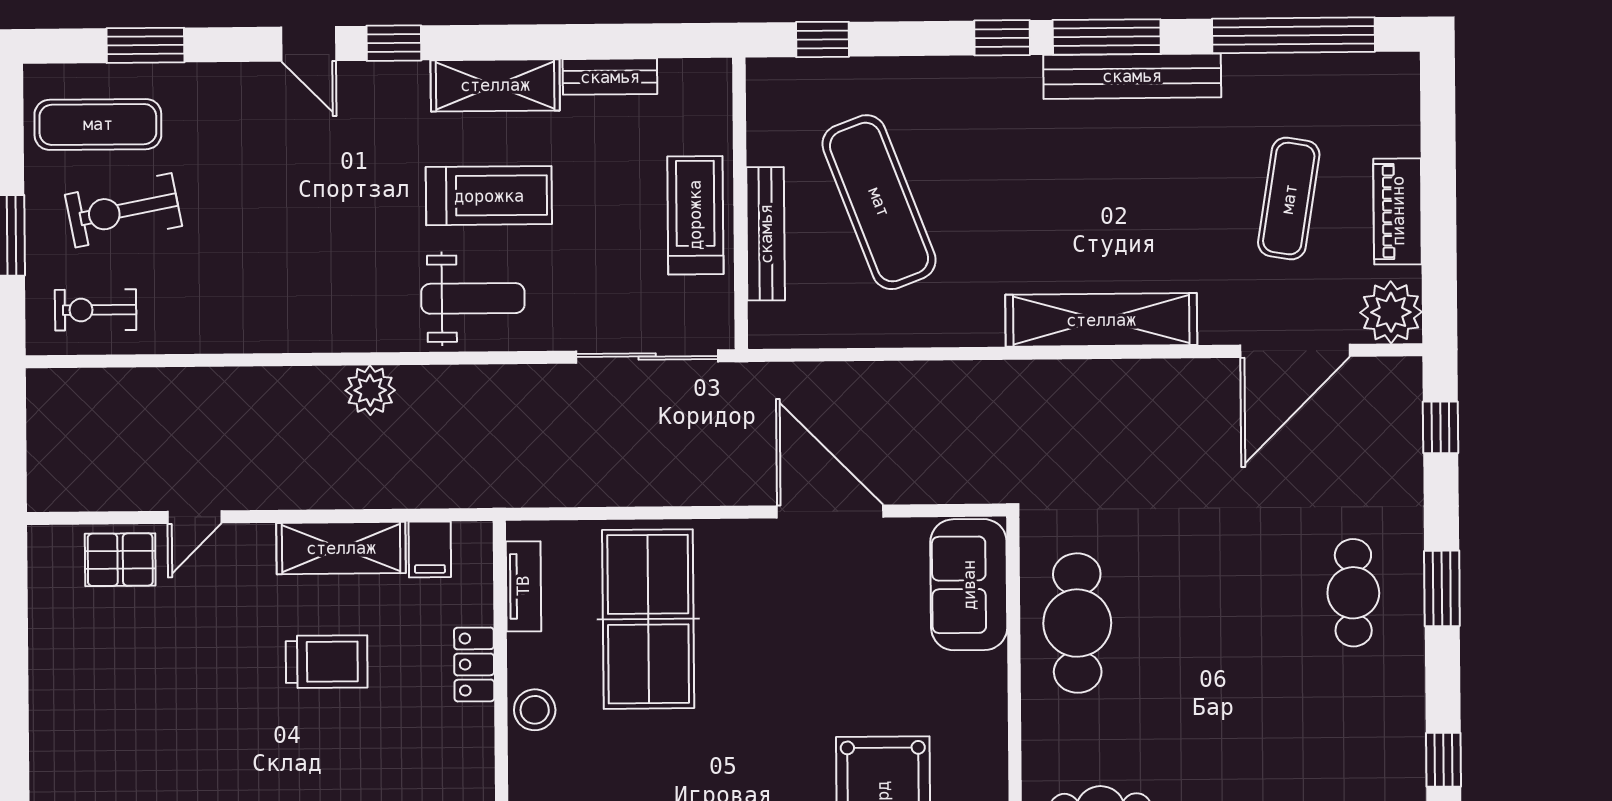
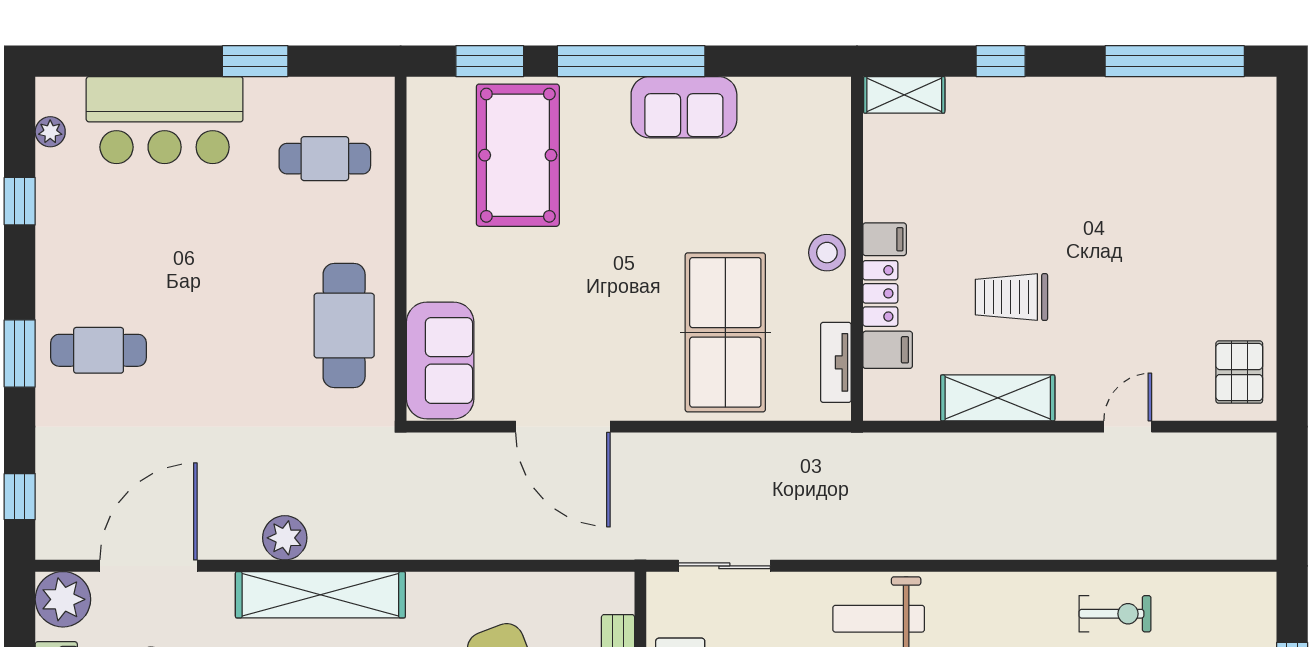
exercise bike: (96, 310) -> (1115, 614), moved
sliding door: (647, 356) -> (724, 566), width x0.73
plant: (370, 390) -> (285, 538), moved
filing cabinet: (430, 549) -> (888, 350), moved, turned 90
pallet: (120, 560) -> (1239, 372), moved, turned 90
cafe table: (1353, 593) -> (99, 350), turned 90
filing cabinet: (470, 725) -> (885, 239), added

